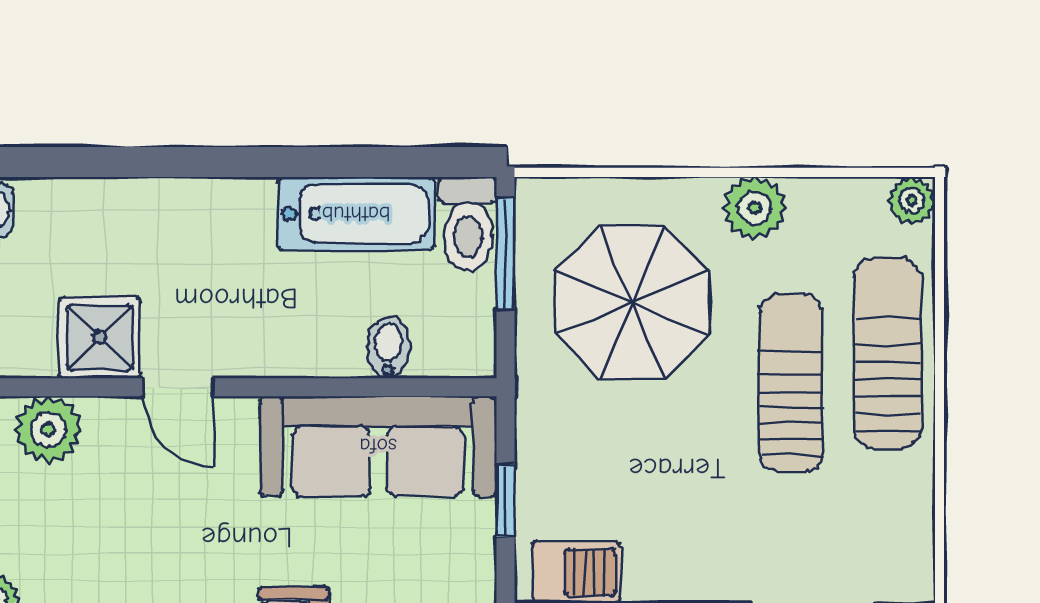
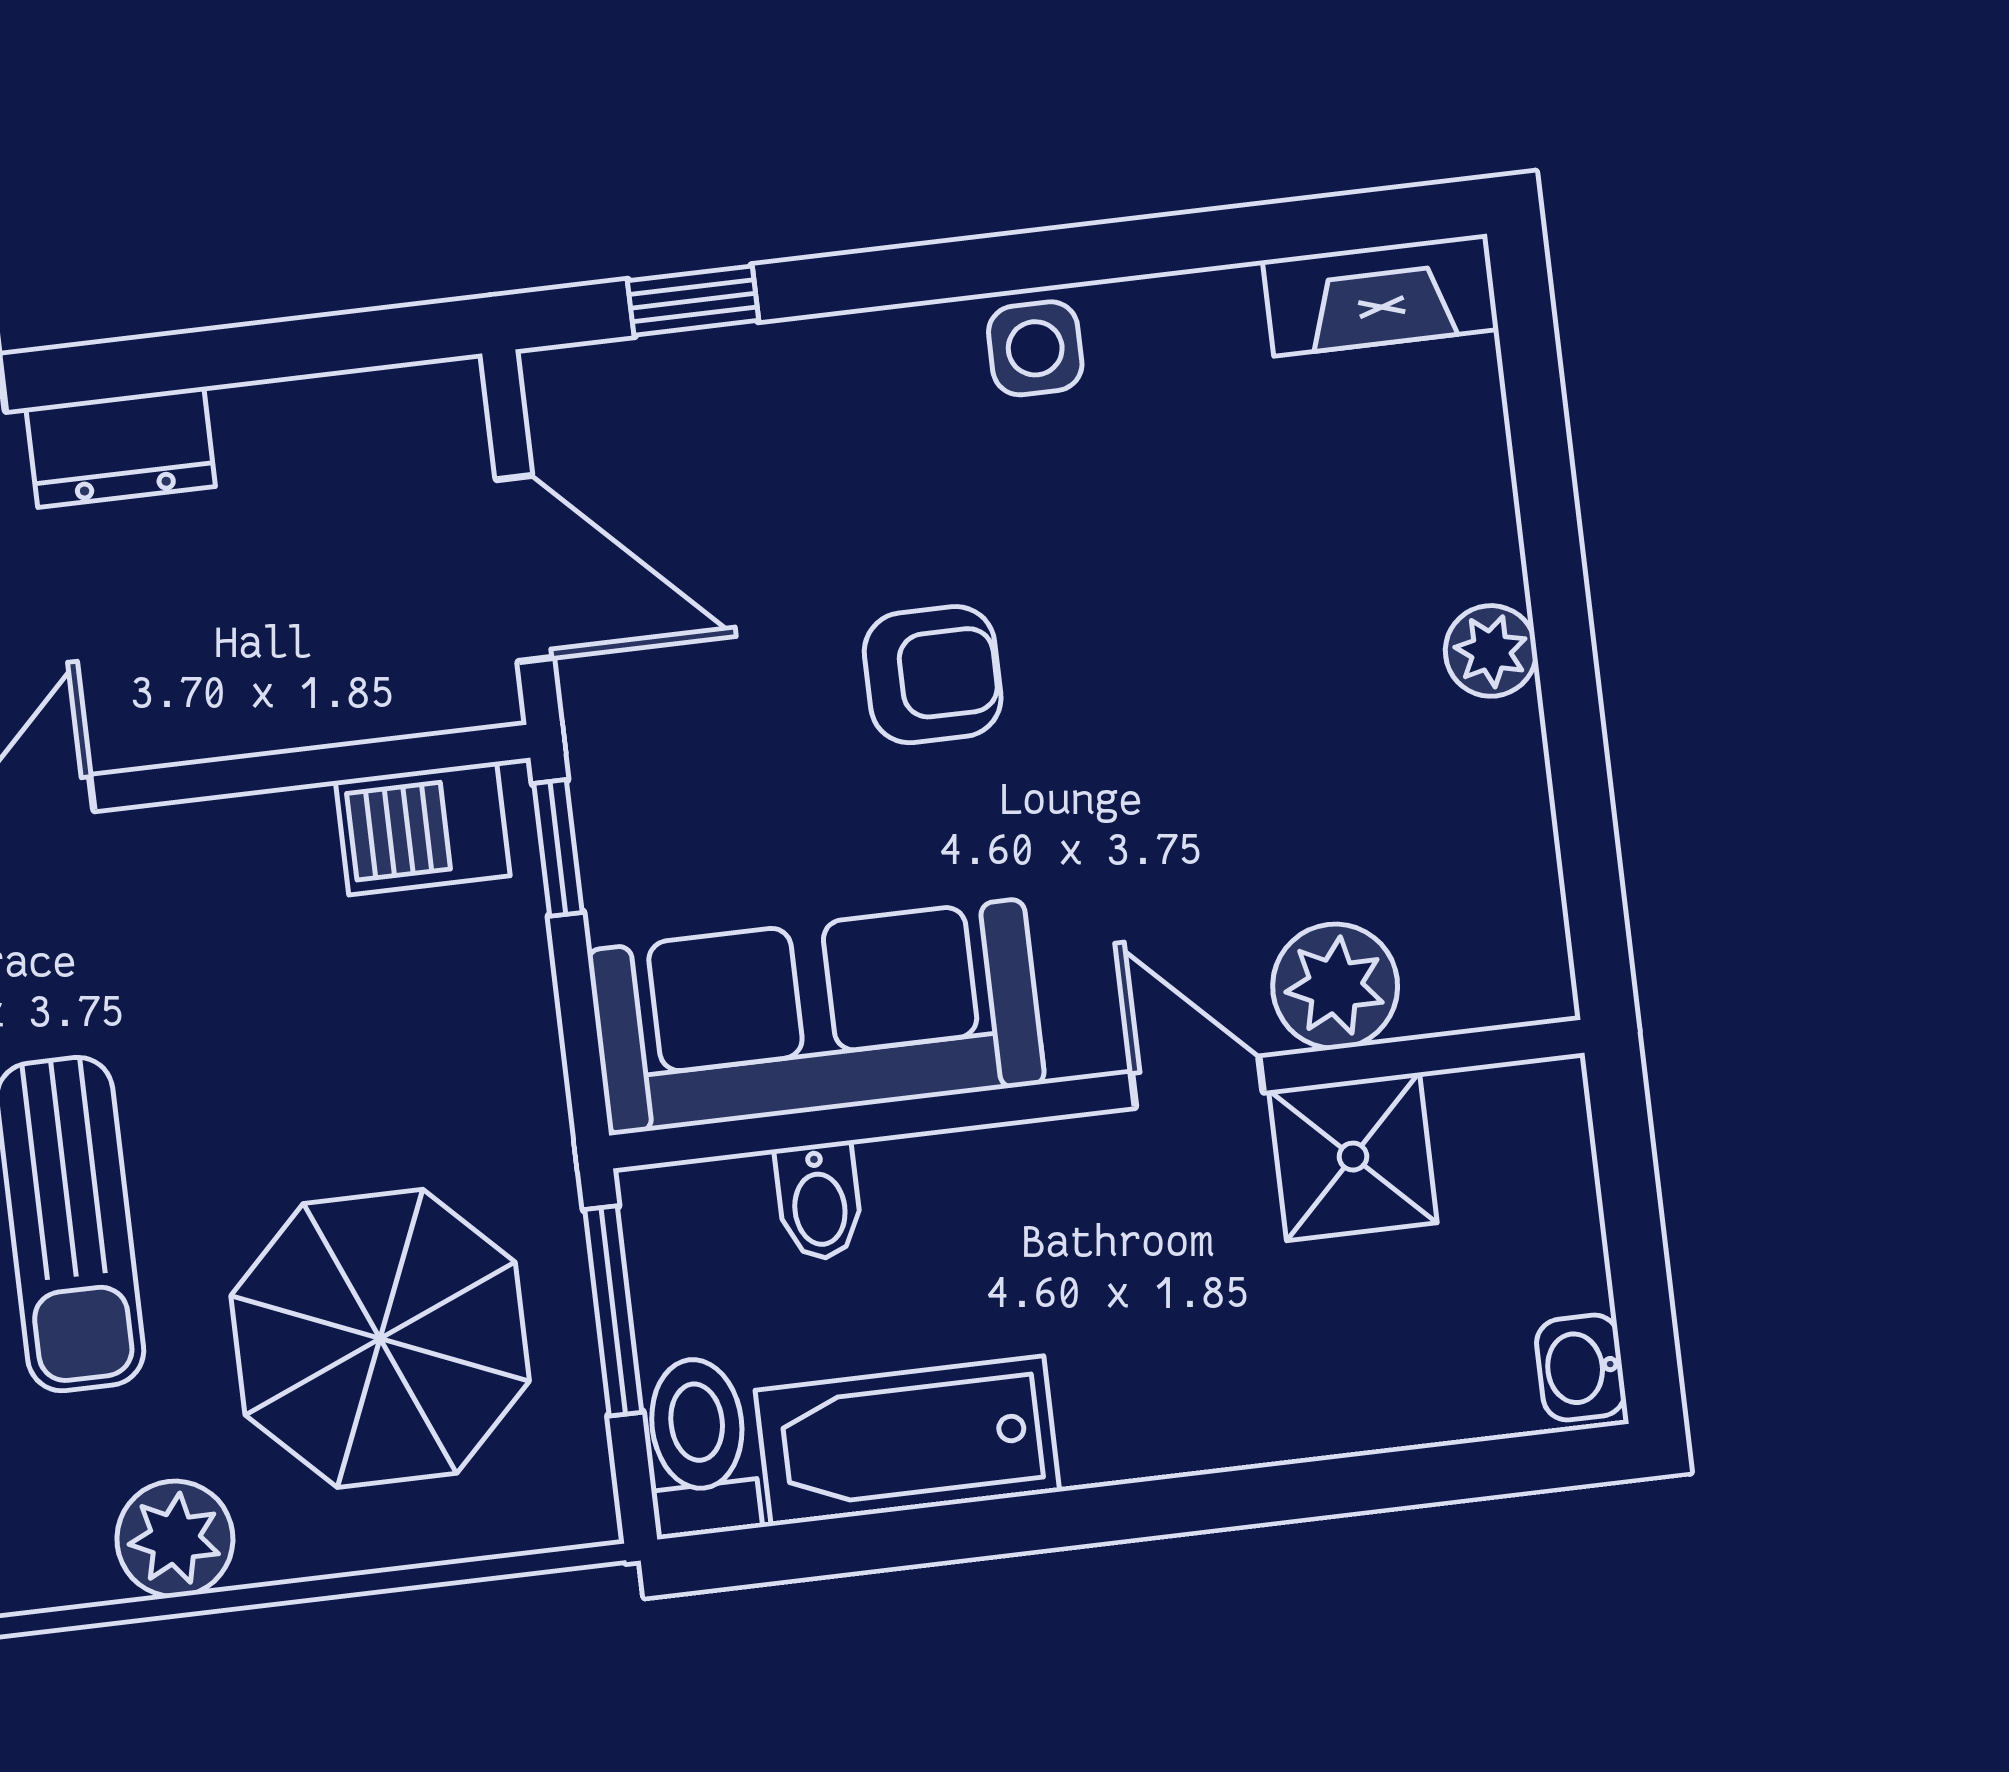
window: (505, 254) -> (613, 1311), moved
plant: (48, 430) -> (1335, 986), moved
window: (505, 501) -> (558, 848), moved

